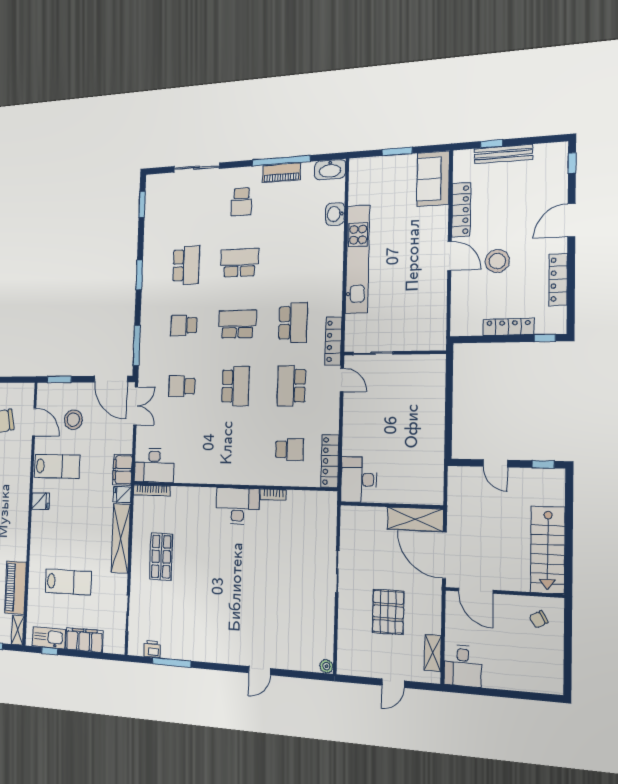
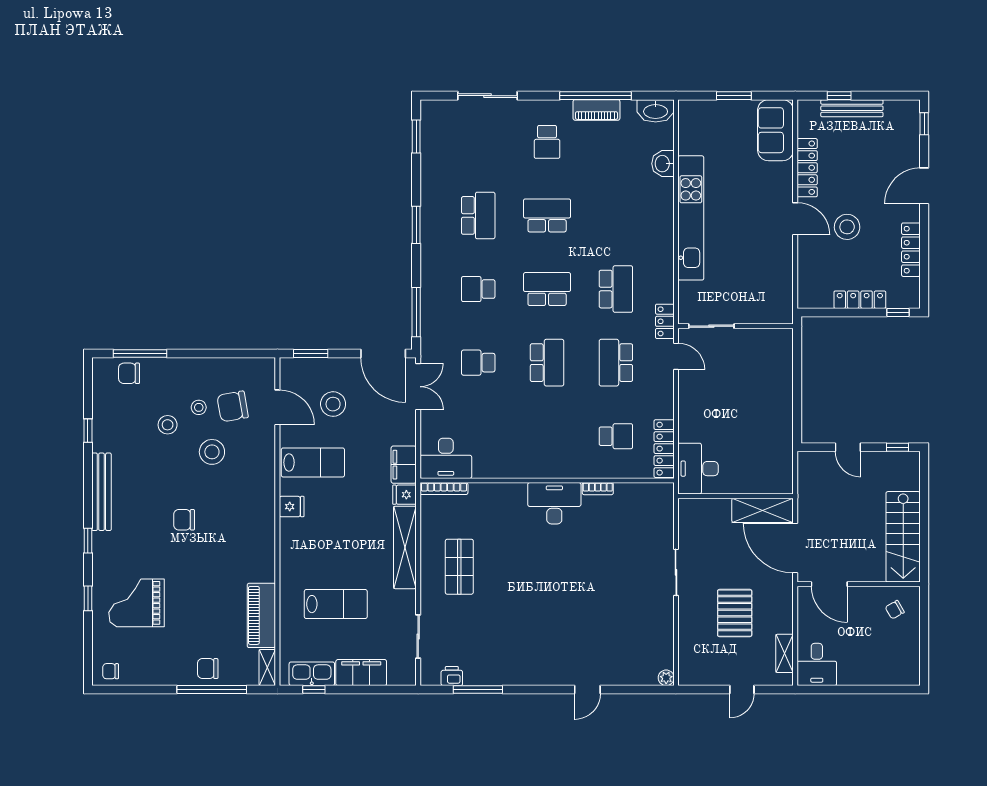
locker: (333, 341) -> (665, 321), width x0.66

